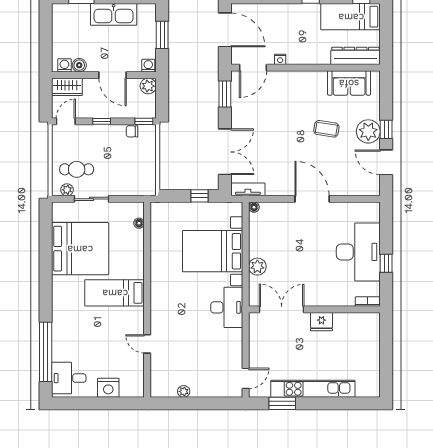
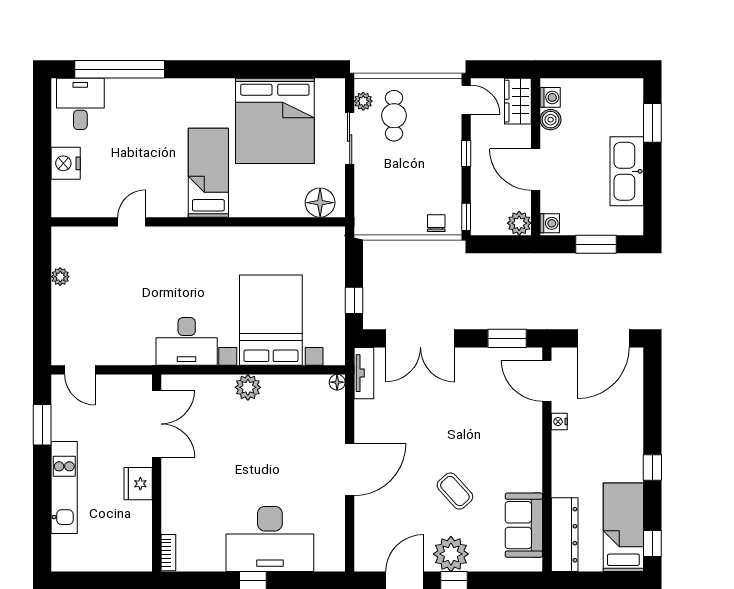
door: (113, 75) -> (536, 170), hinge flipped
coffee table: (326, 129) -> (455, 491), turned -51
chair: (132, 131) -> (436, 223), moved
floor lamp: (139, 223) -> (320, 203), width x1.89, depth x1.89
bookcase: (367, 302) -> (168, 553), moved
double door: (282, 309) -> (157, 424), moved
wall: (314, 309) -> (157, 473), moved
fridge: (321, 322) -> (138, 484), moved
kitchen unit: (313, 389) -> (64, 488), width x0.73

